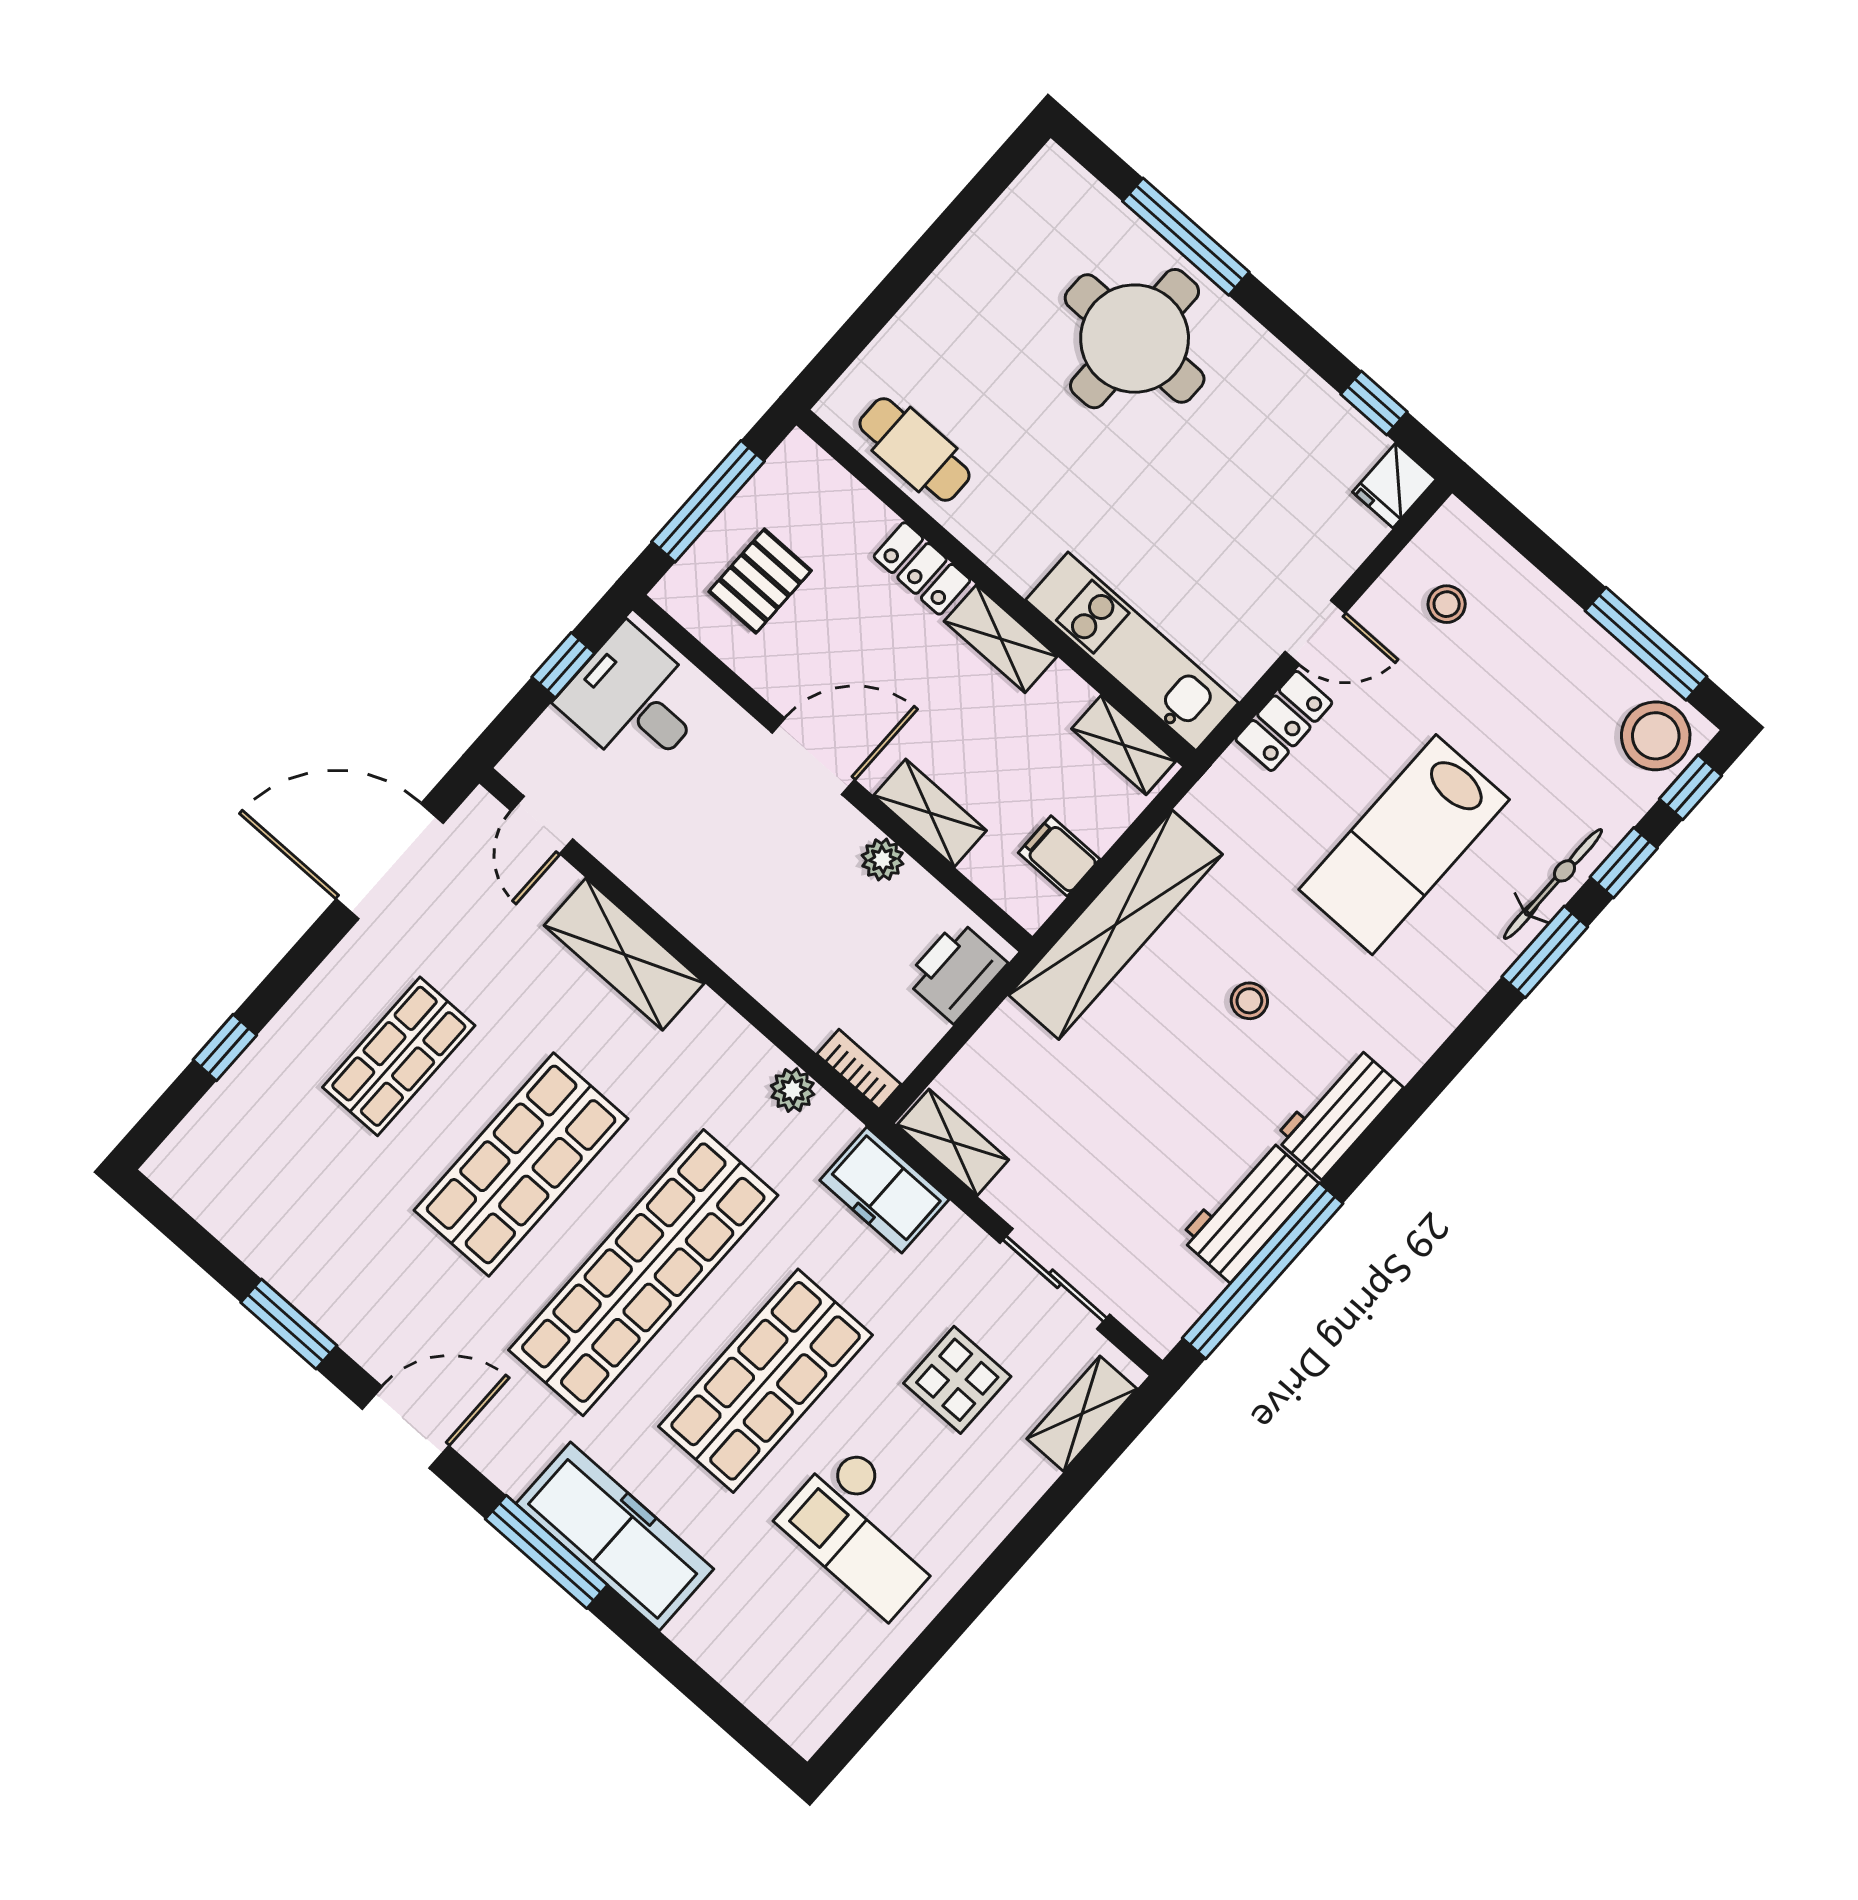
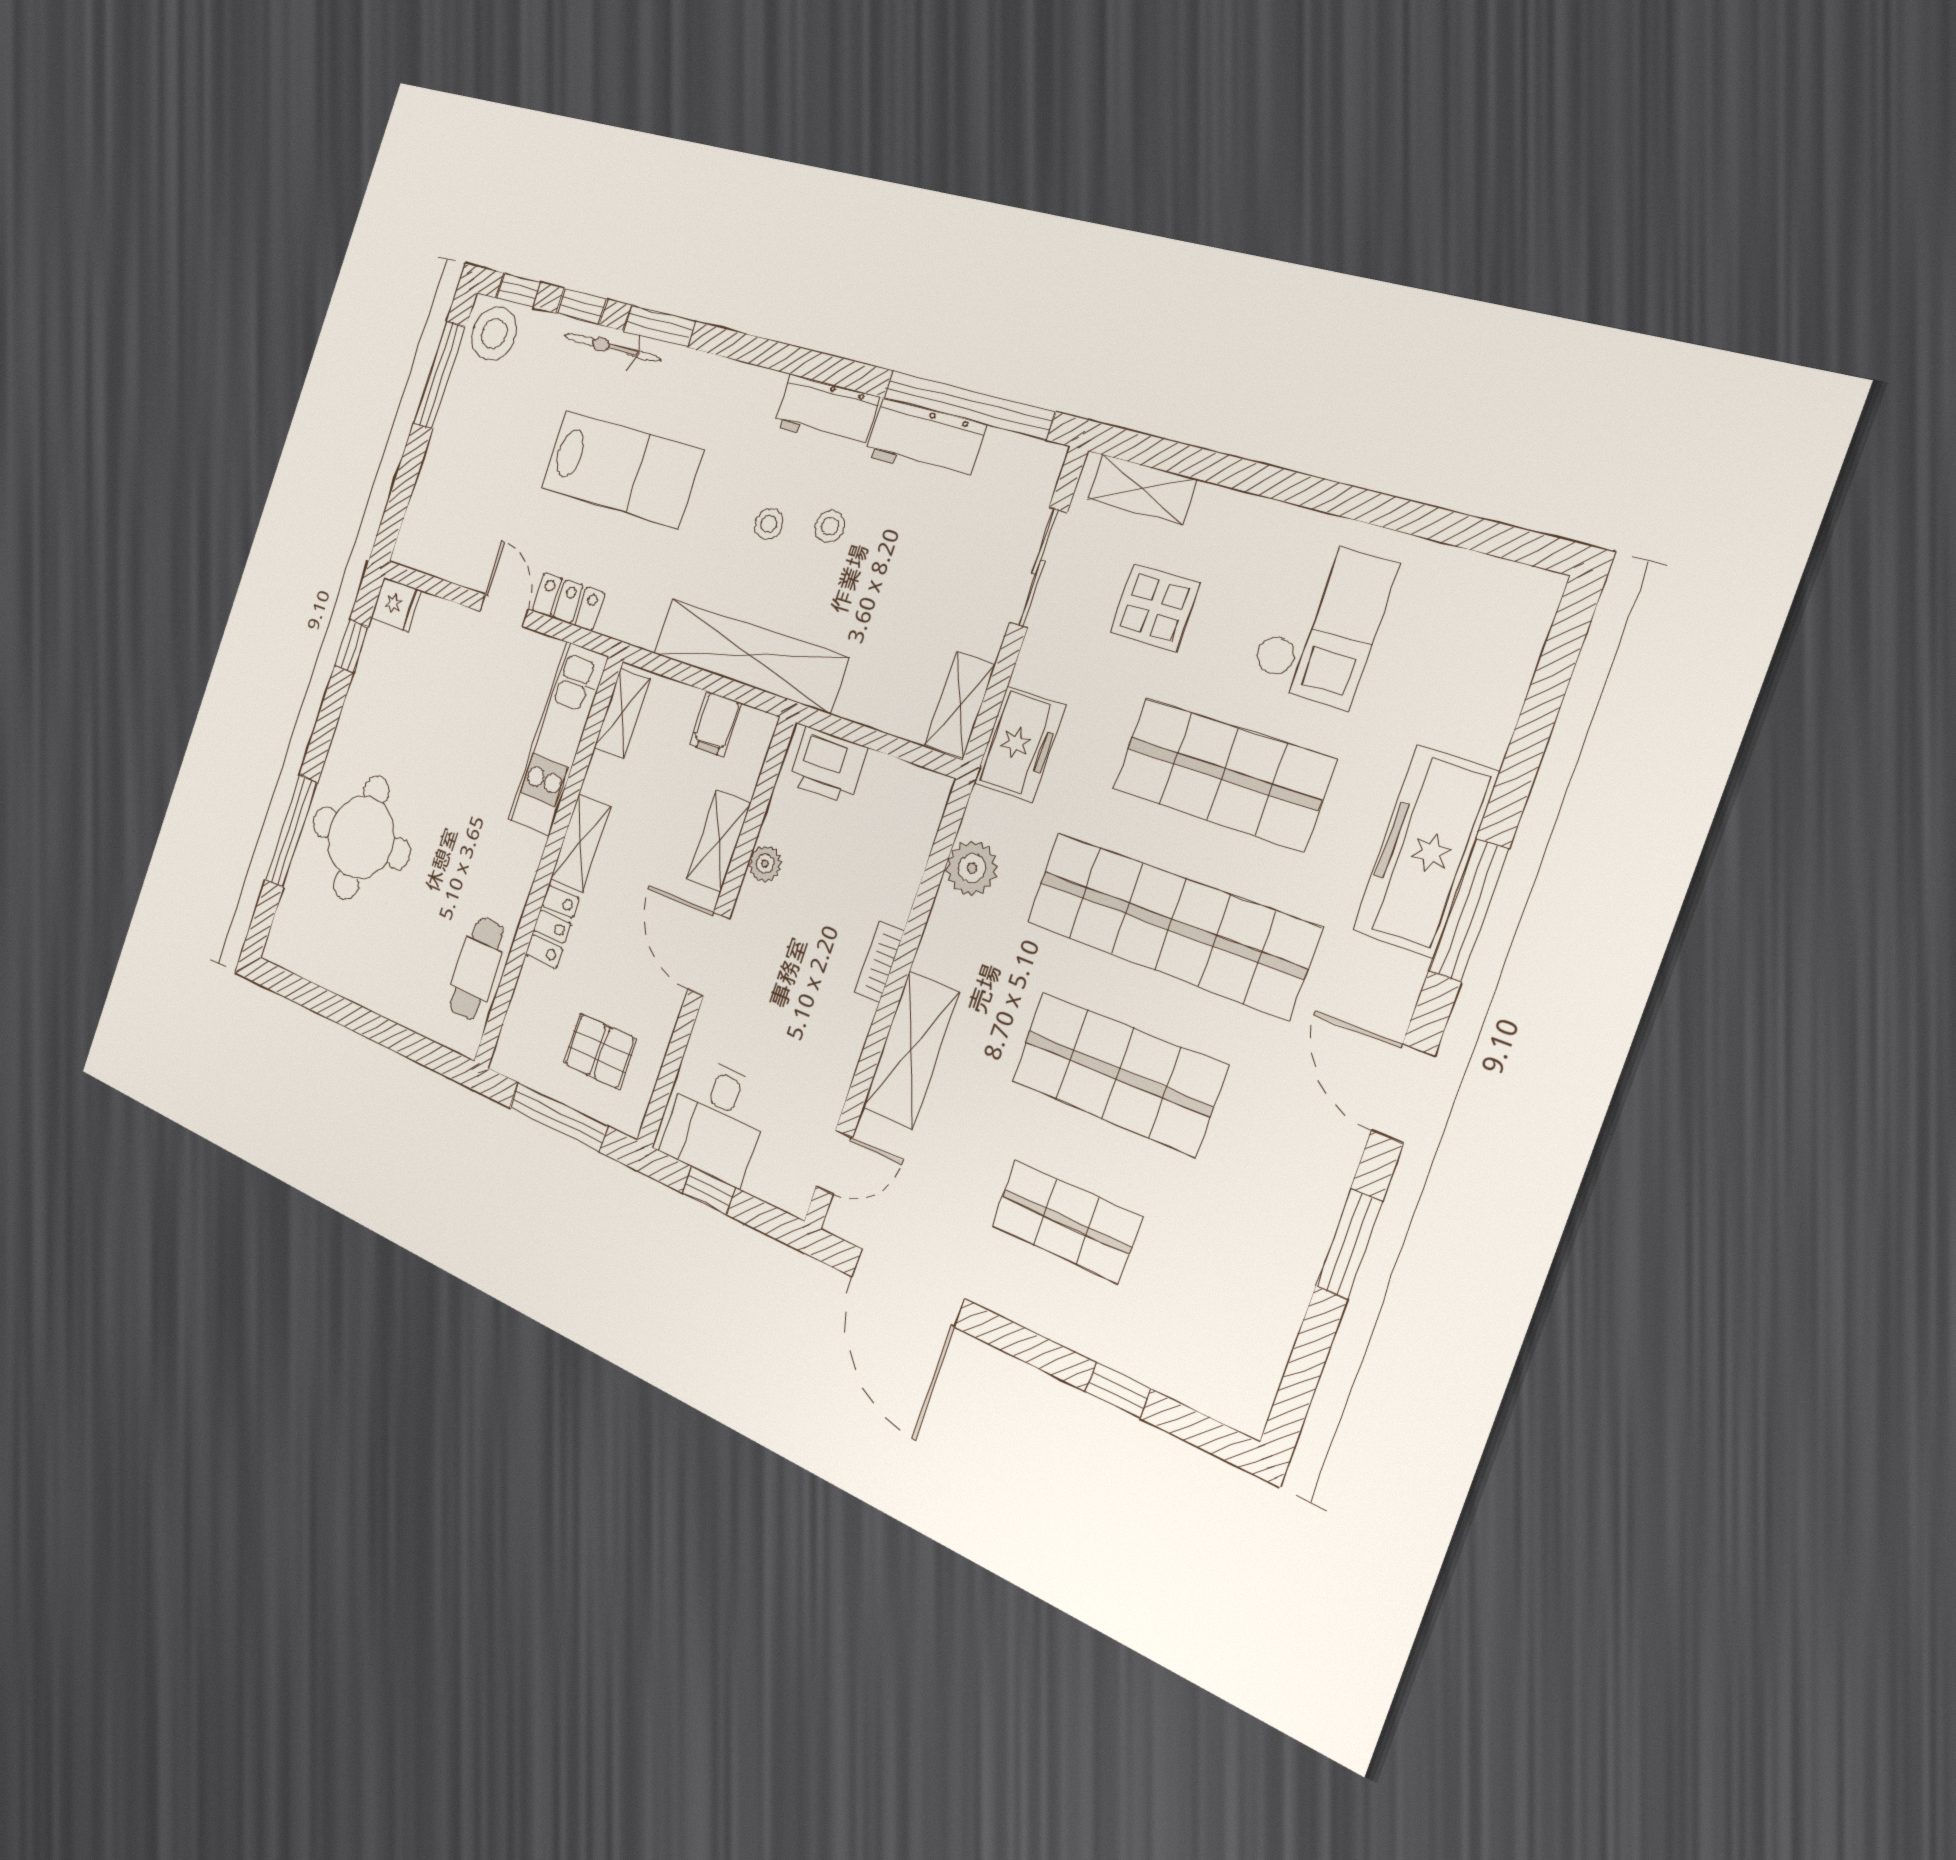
stool: (1447, 604) -> (830, 526), moved
bookcase: (859, 1069) -> (879, 962), moved
plant: (793, 1090) -> (972, 868), width x1.38, depth x1.38

